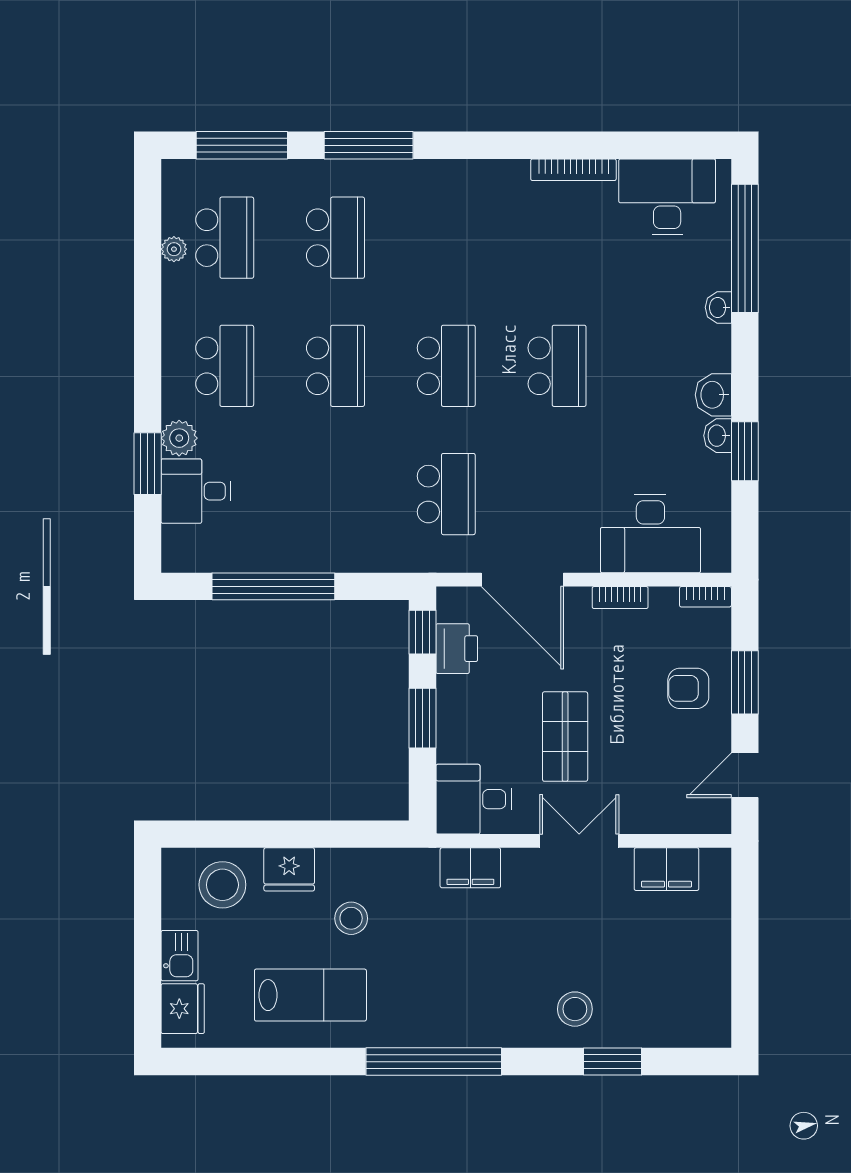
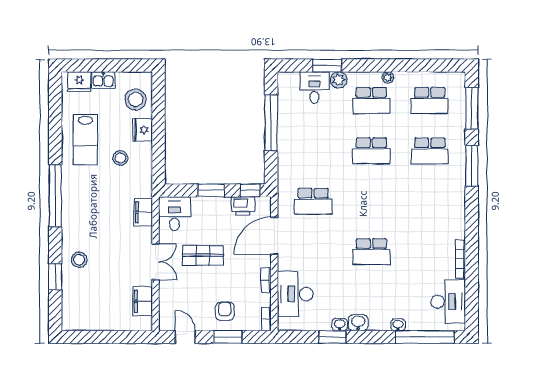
plant: (174, 249) -> (388, 77), moved
school desk: (446, 366) -> (371, 201), removed

